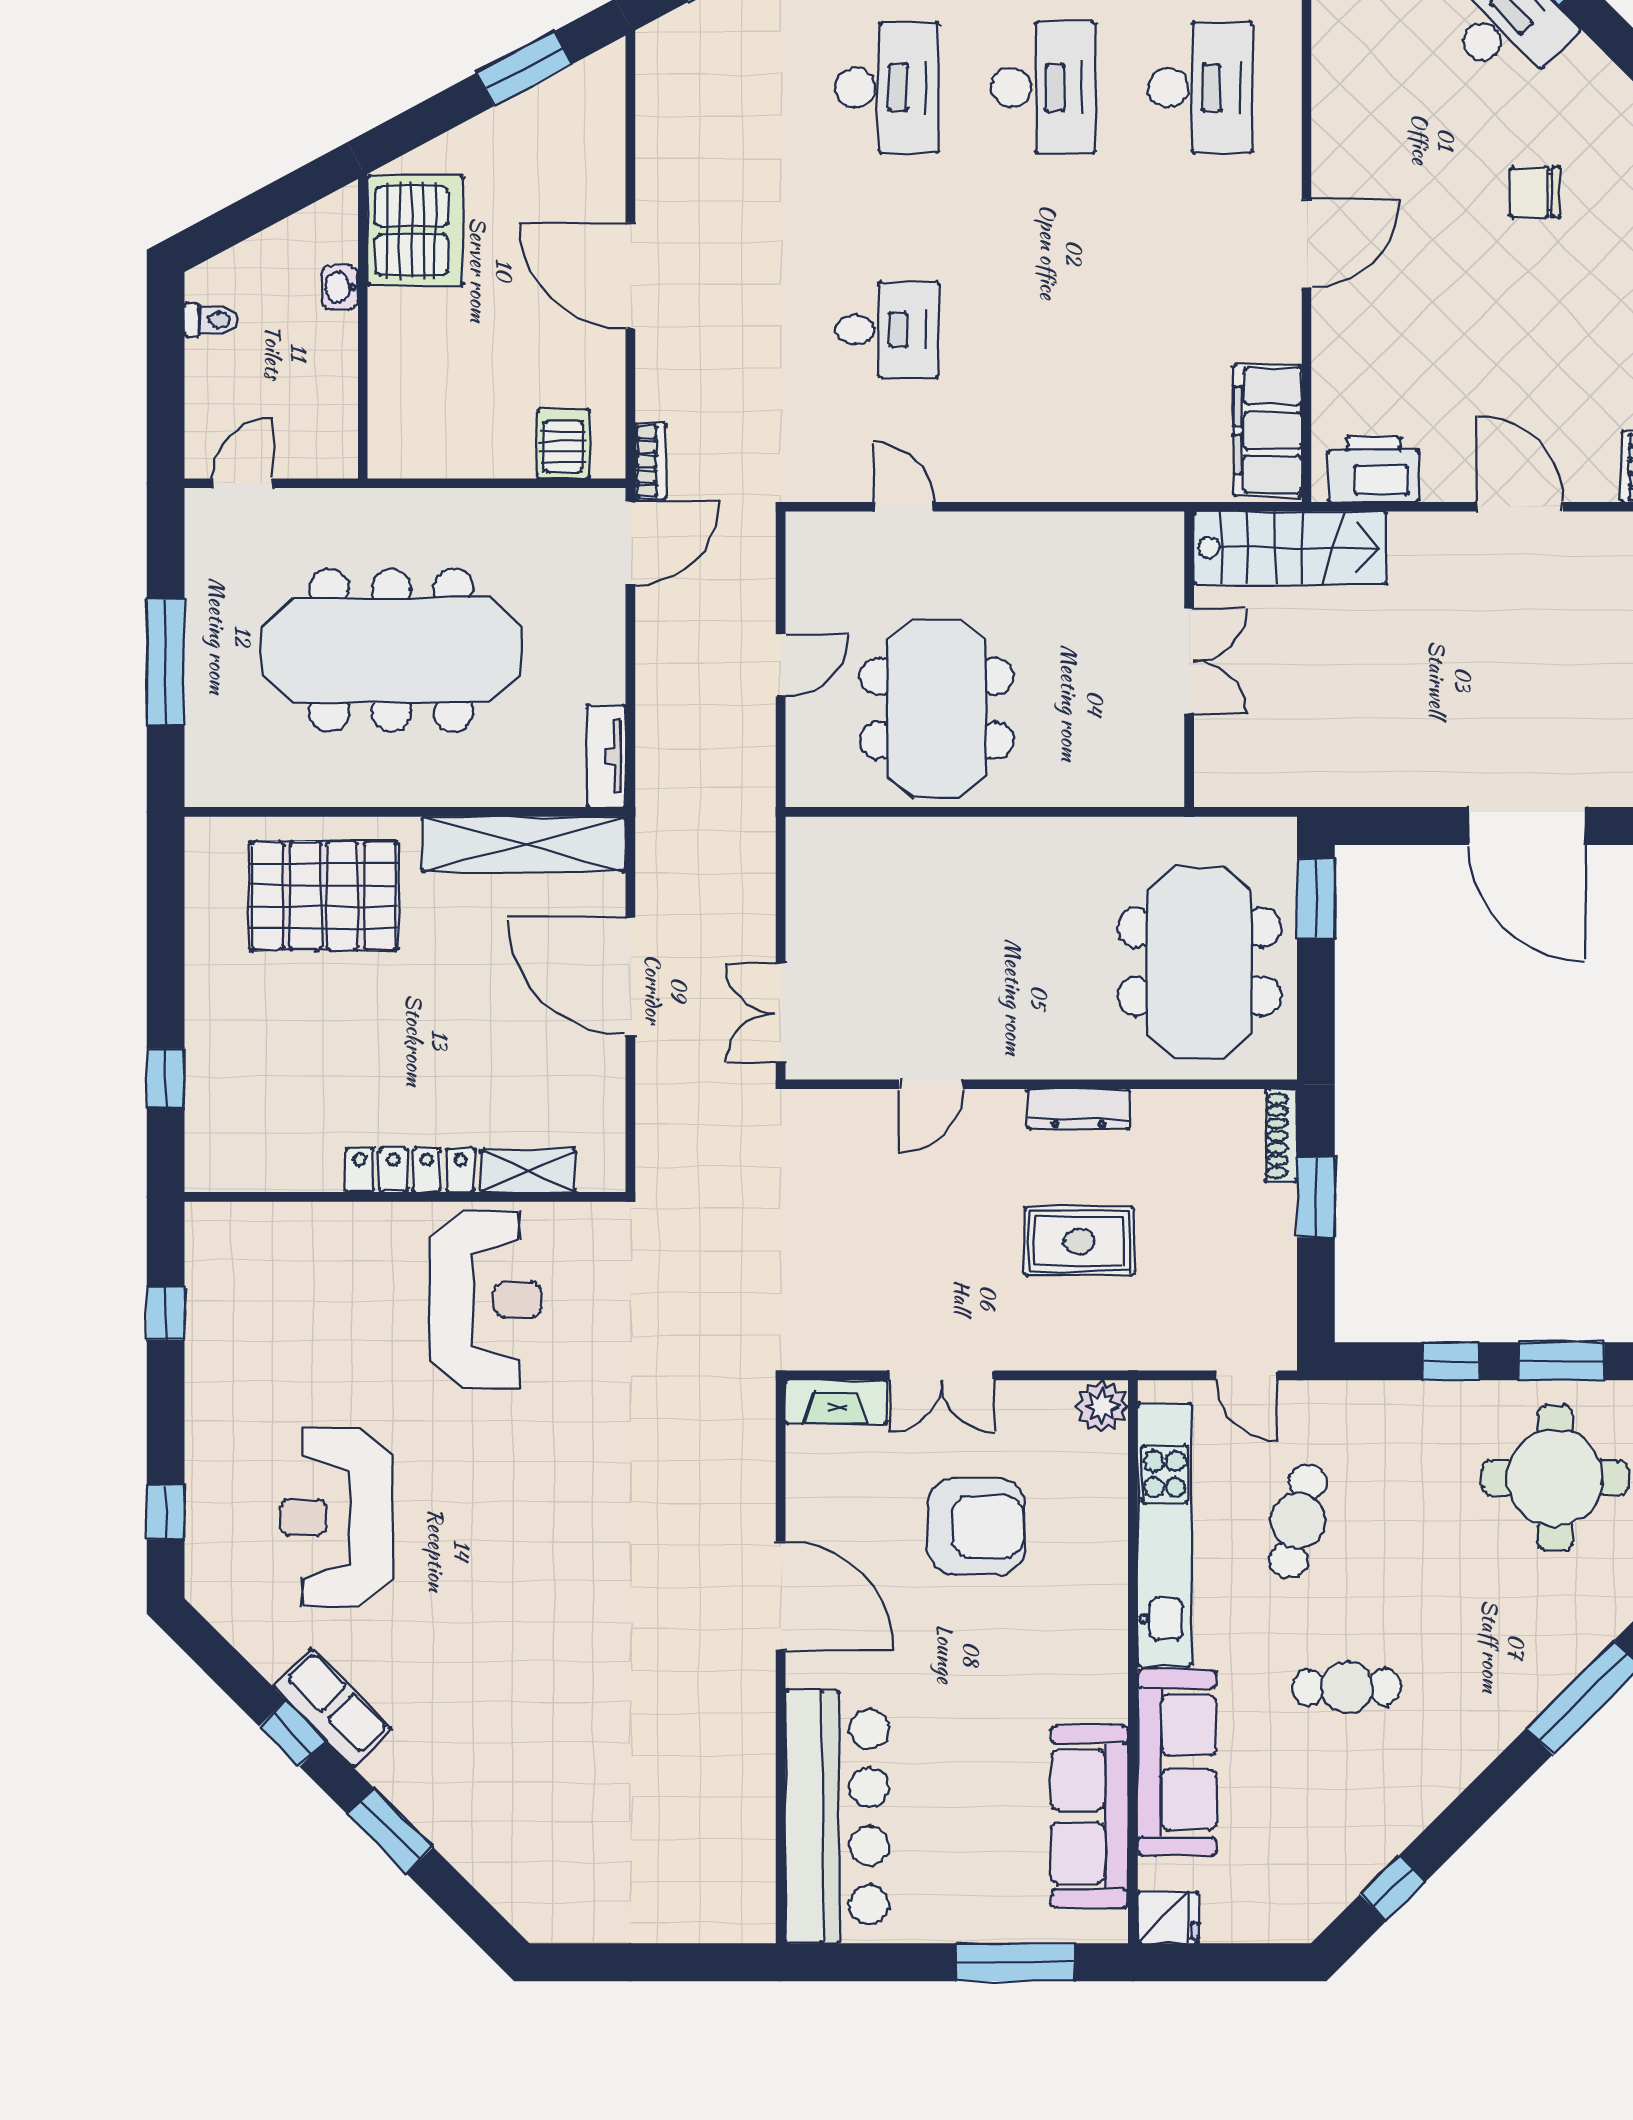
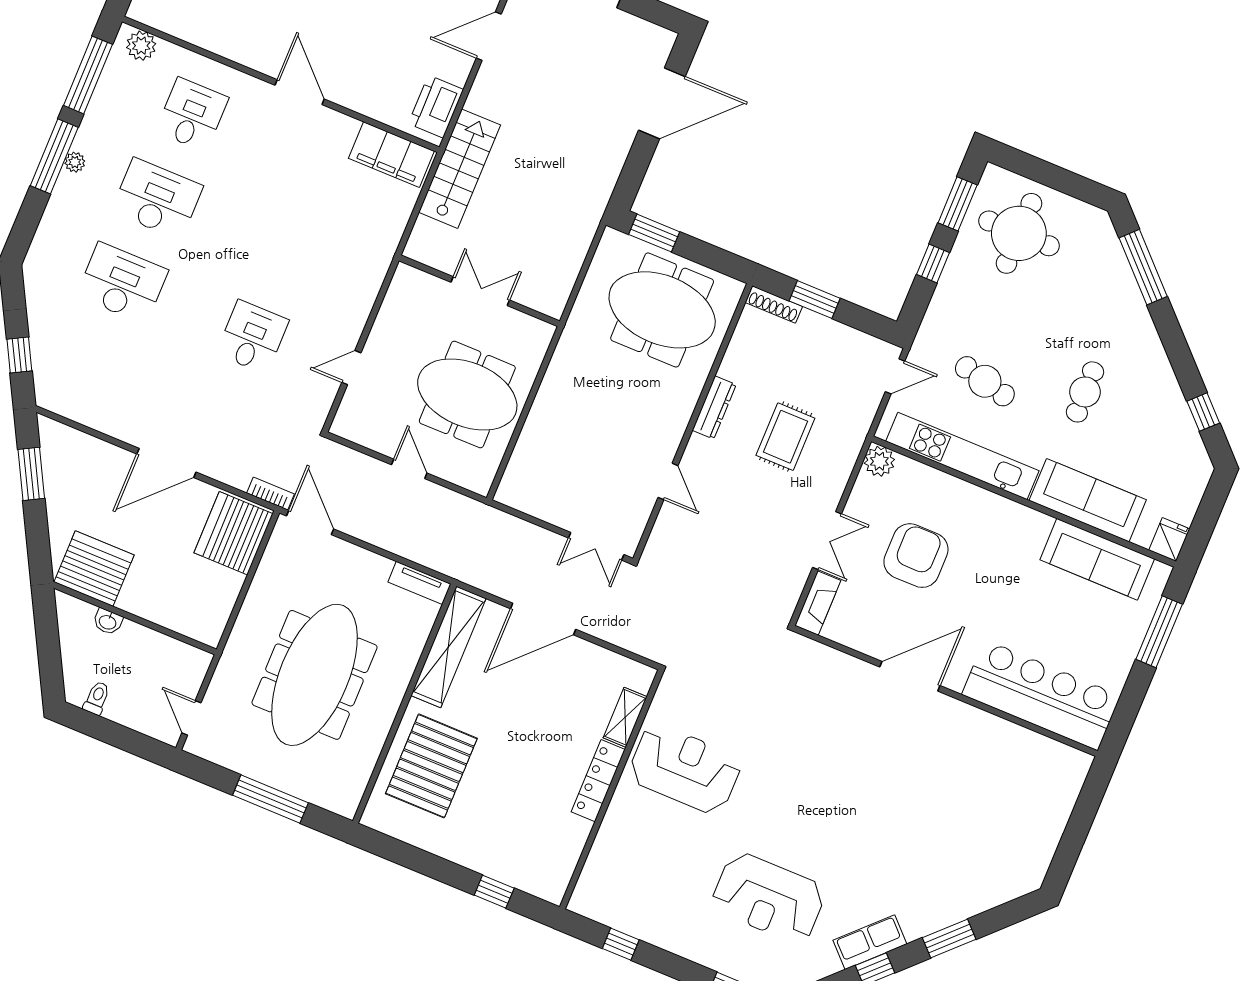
desk: (1200, 88) -> (192, 115), width x0.73
server rack: (563, 444) -> (234, 533), width x2.18, depth x1.44
wall: (1189, 659) -> (479, 291), moved
double door: (1189, 661) -> (480, 291), moved

